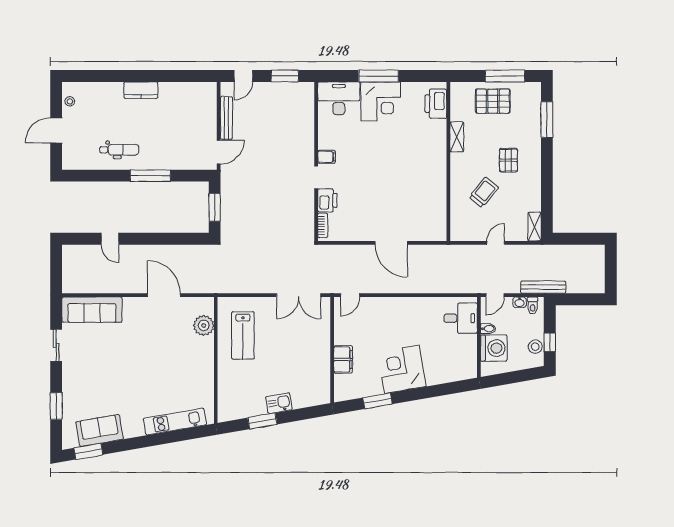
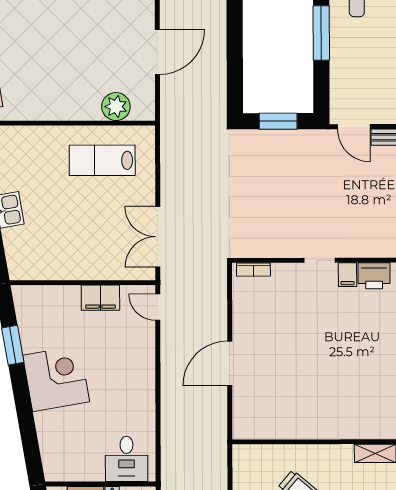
printer: (327, 200) -> (374, 276), moved
filing cabinet: (343, 359) -> (100, 298), moved

